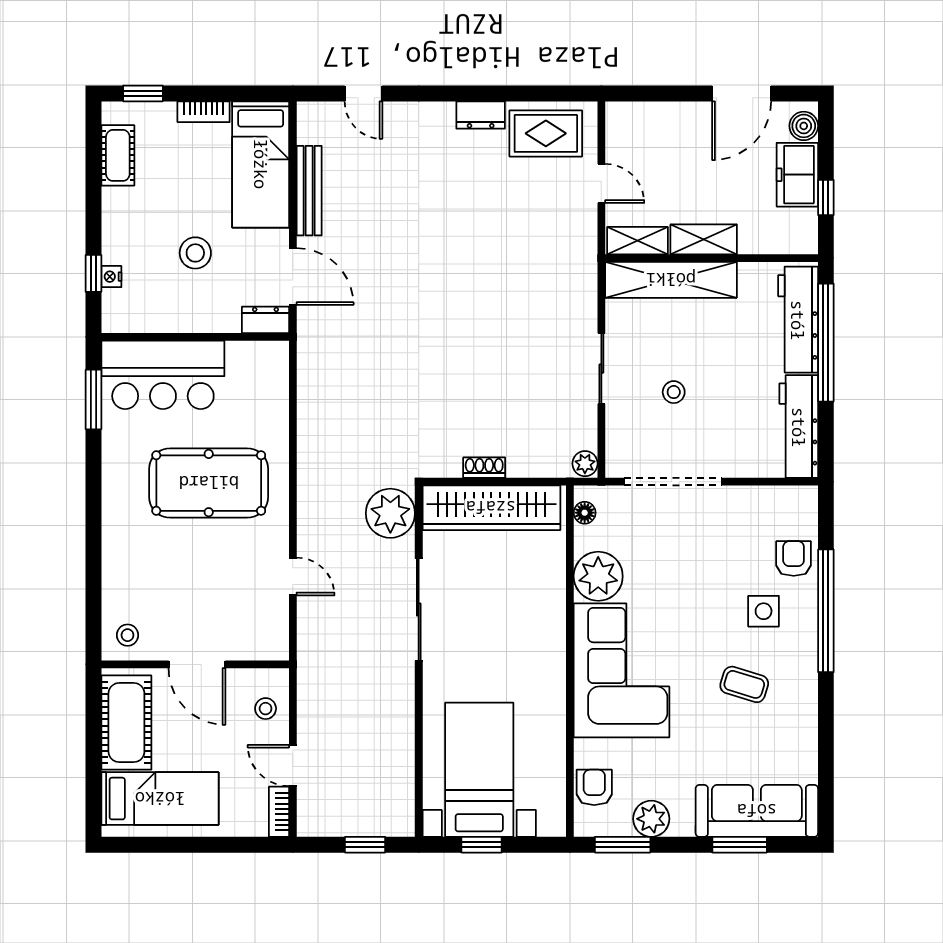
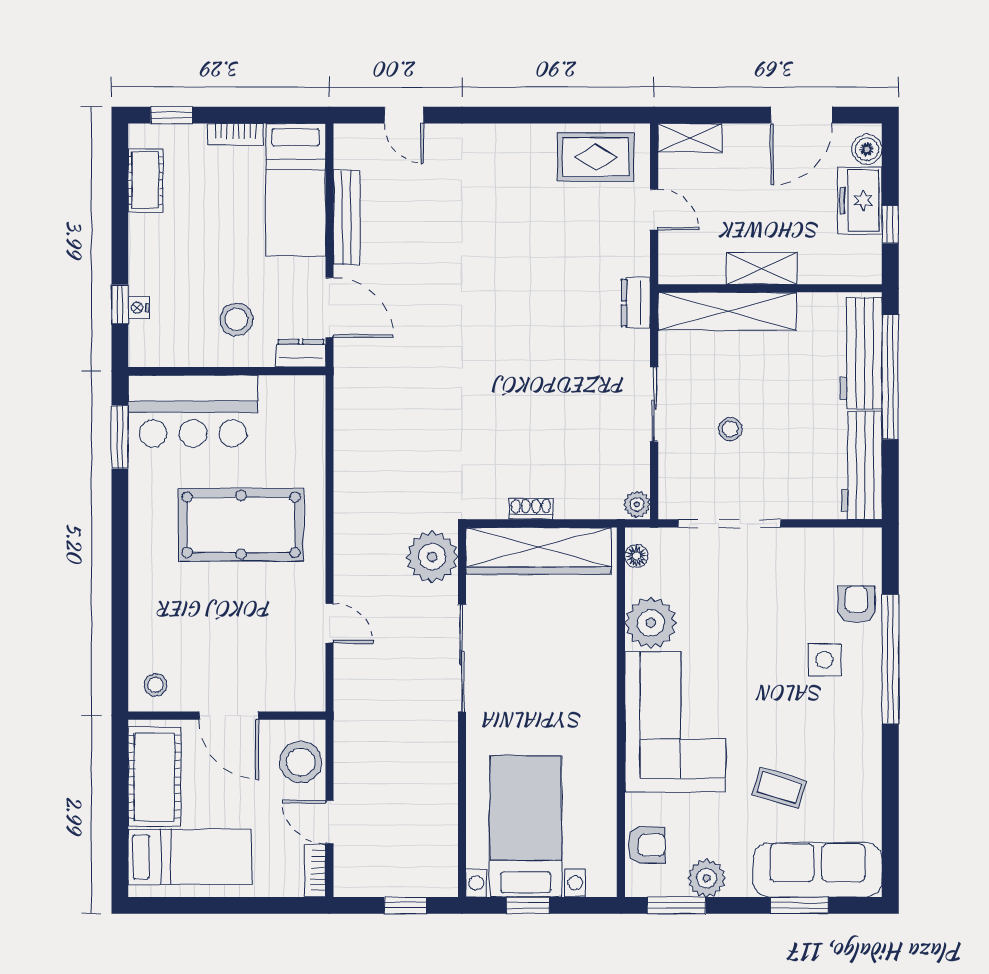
dresser: (481, 115) -> (636, 303), moved, turned 90
shelving: (637, 241) -> (690, 138), moved
stool: (195, 253) -> (236, 319), moved
coffee table: (744, 684) -> (779, 788), moved
stool: (266, 709) -> (301, 762), width x1.89, depth x1.89
armchair: (594, 787) -> (647, 845), turned 90

